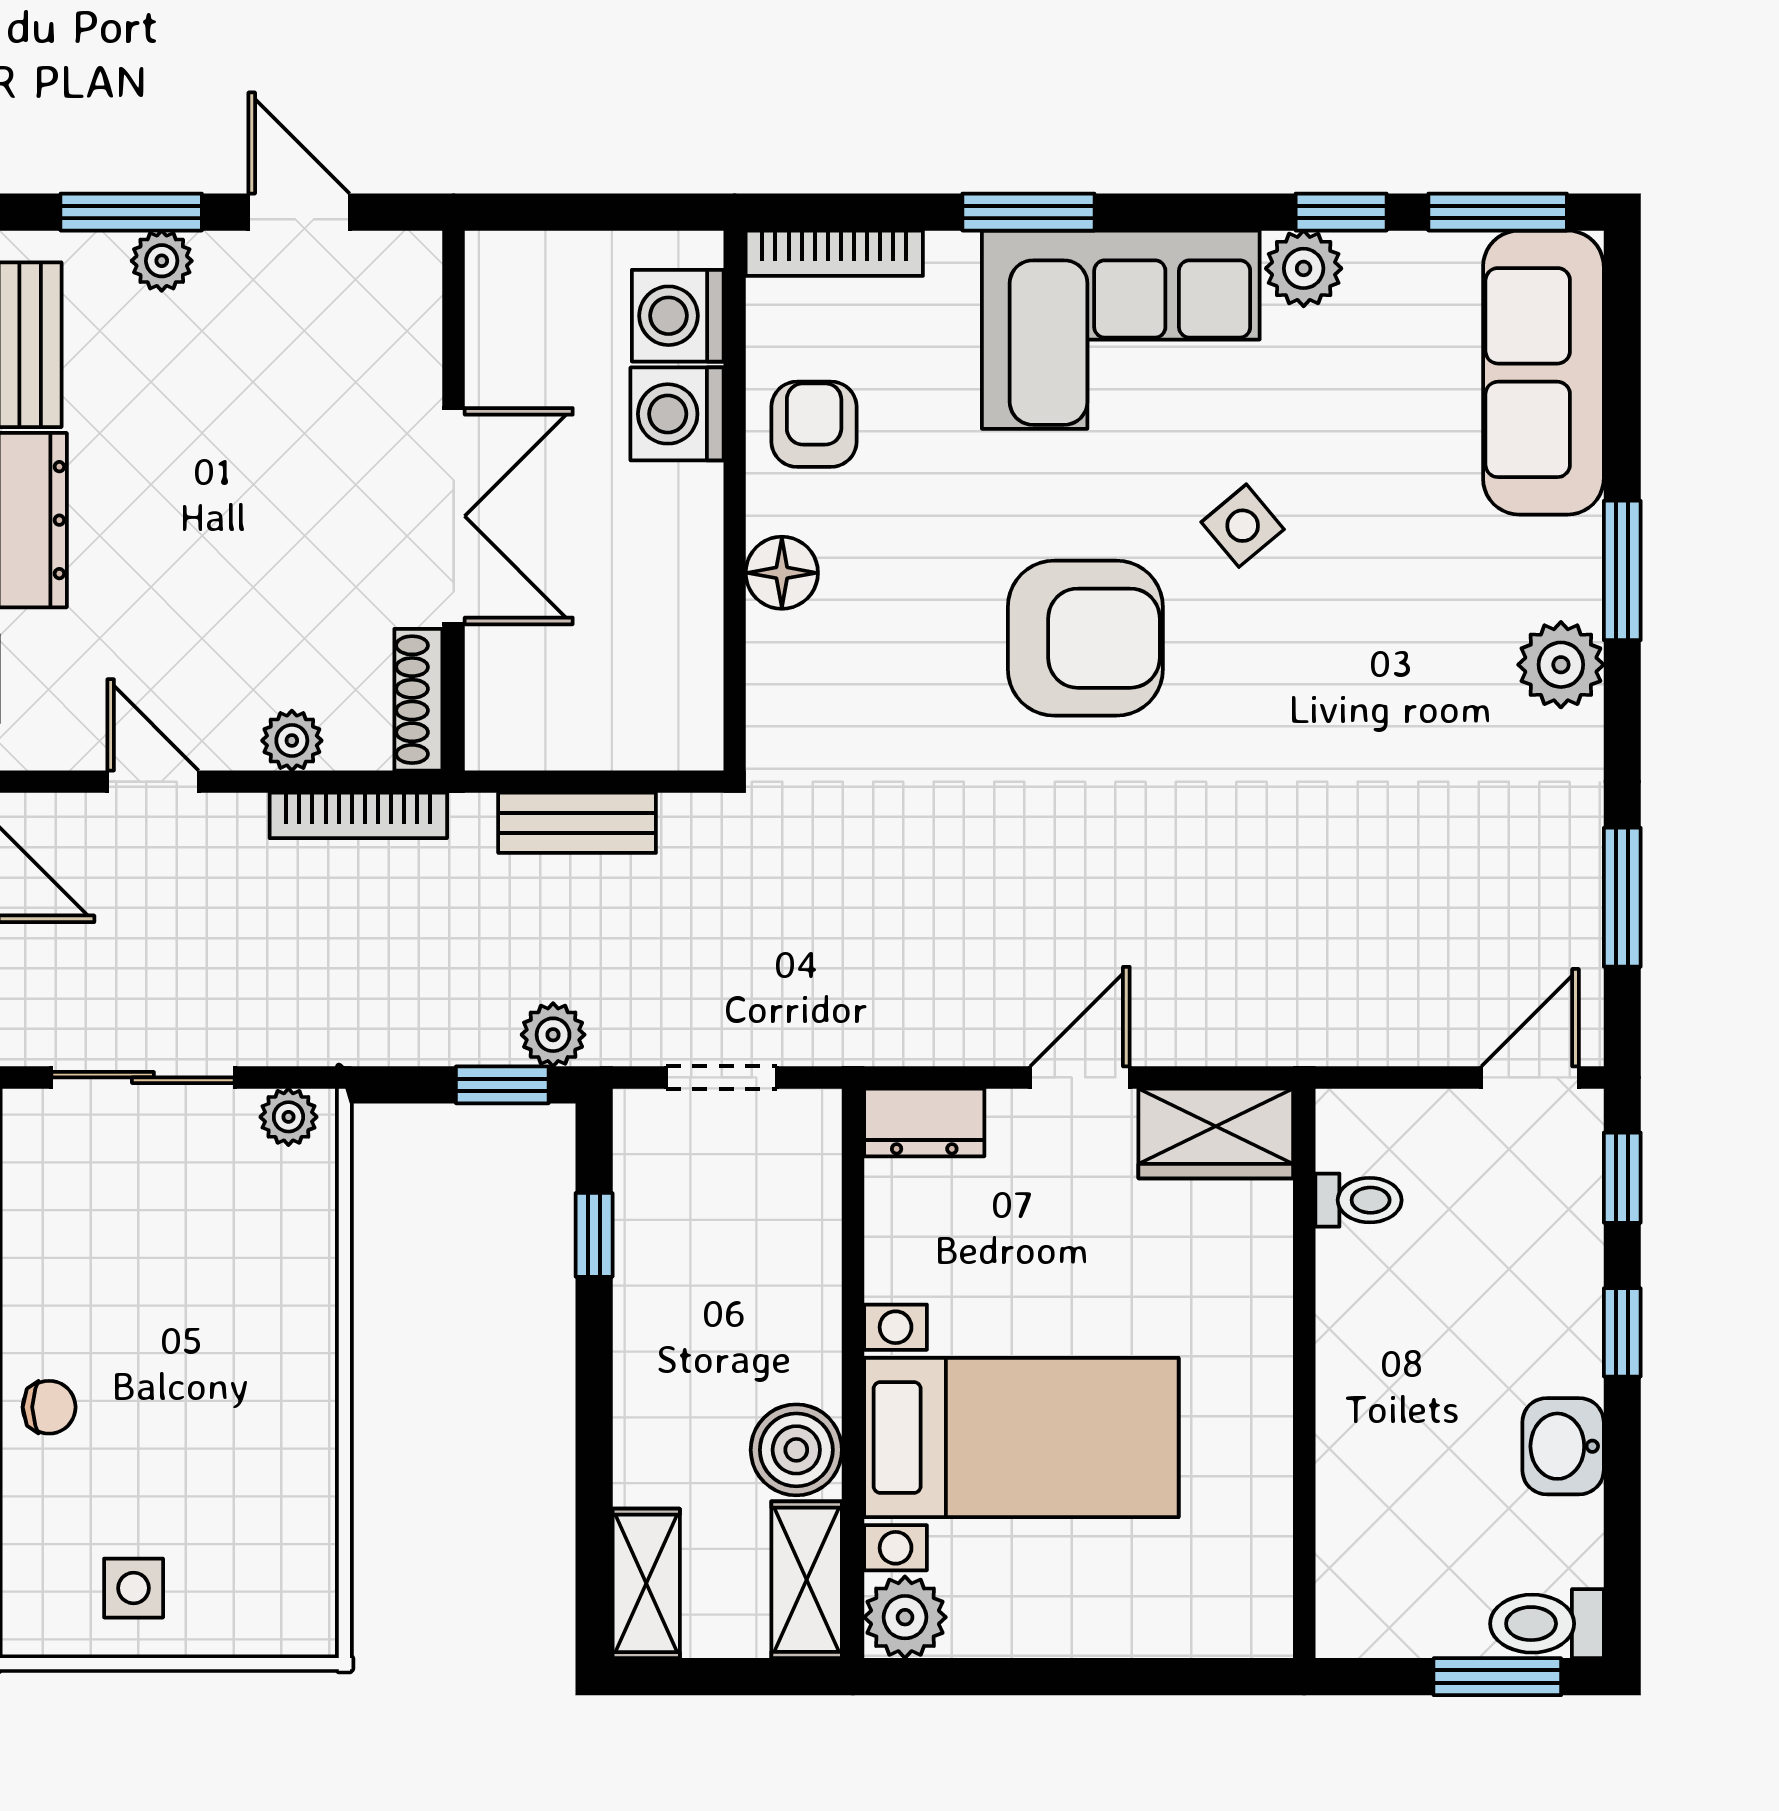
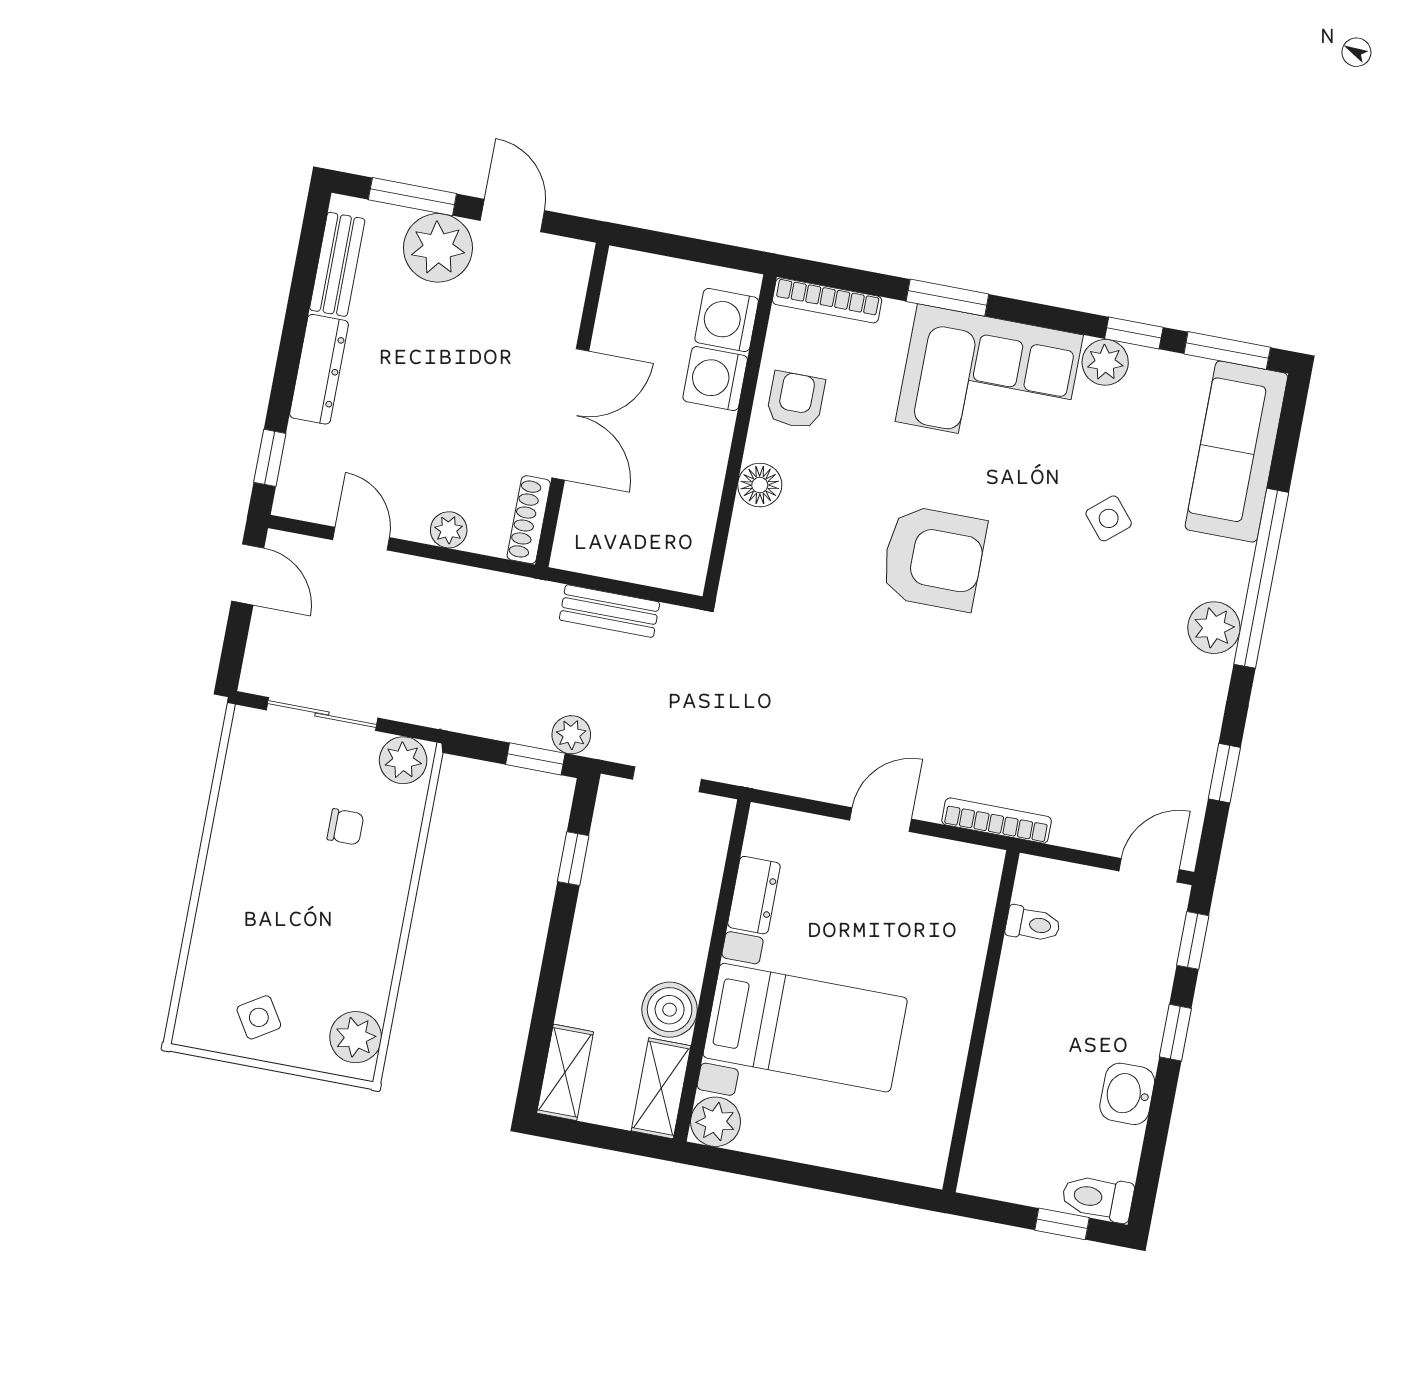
plant: (162, 261) -> (438, 248), width x1.88, depth x1.88
side table: (1243, 526) -> (1109, 518), moved
window: (1622, 570) -> (1261, 578), width x2.11
bookcase: (358, 815) -> (997, 821), moved, turned 180
window: (1622, 897) -> (1224, 773), width x0.67
plant: (288, 1117) -> (403, 760), width x1.38, depth x1.38
dresser: (924, 1122) -> (754, 895), moved, turned -90
wardrobe: (1216, 1133) -> (955, 868), removed
chair: (49, 1407) -> (345, 827), moved
side table: (134, 1588) -> (259, 1017), turned -32
plant: (296, 1590) -> (356, 1037), added
window: (1497, 1677) -> (1062, 1224), width x0.67

